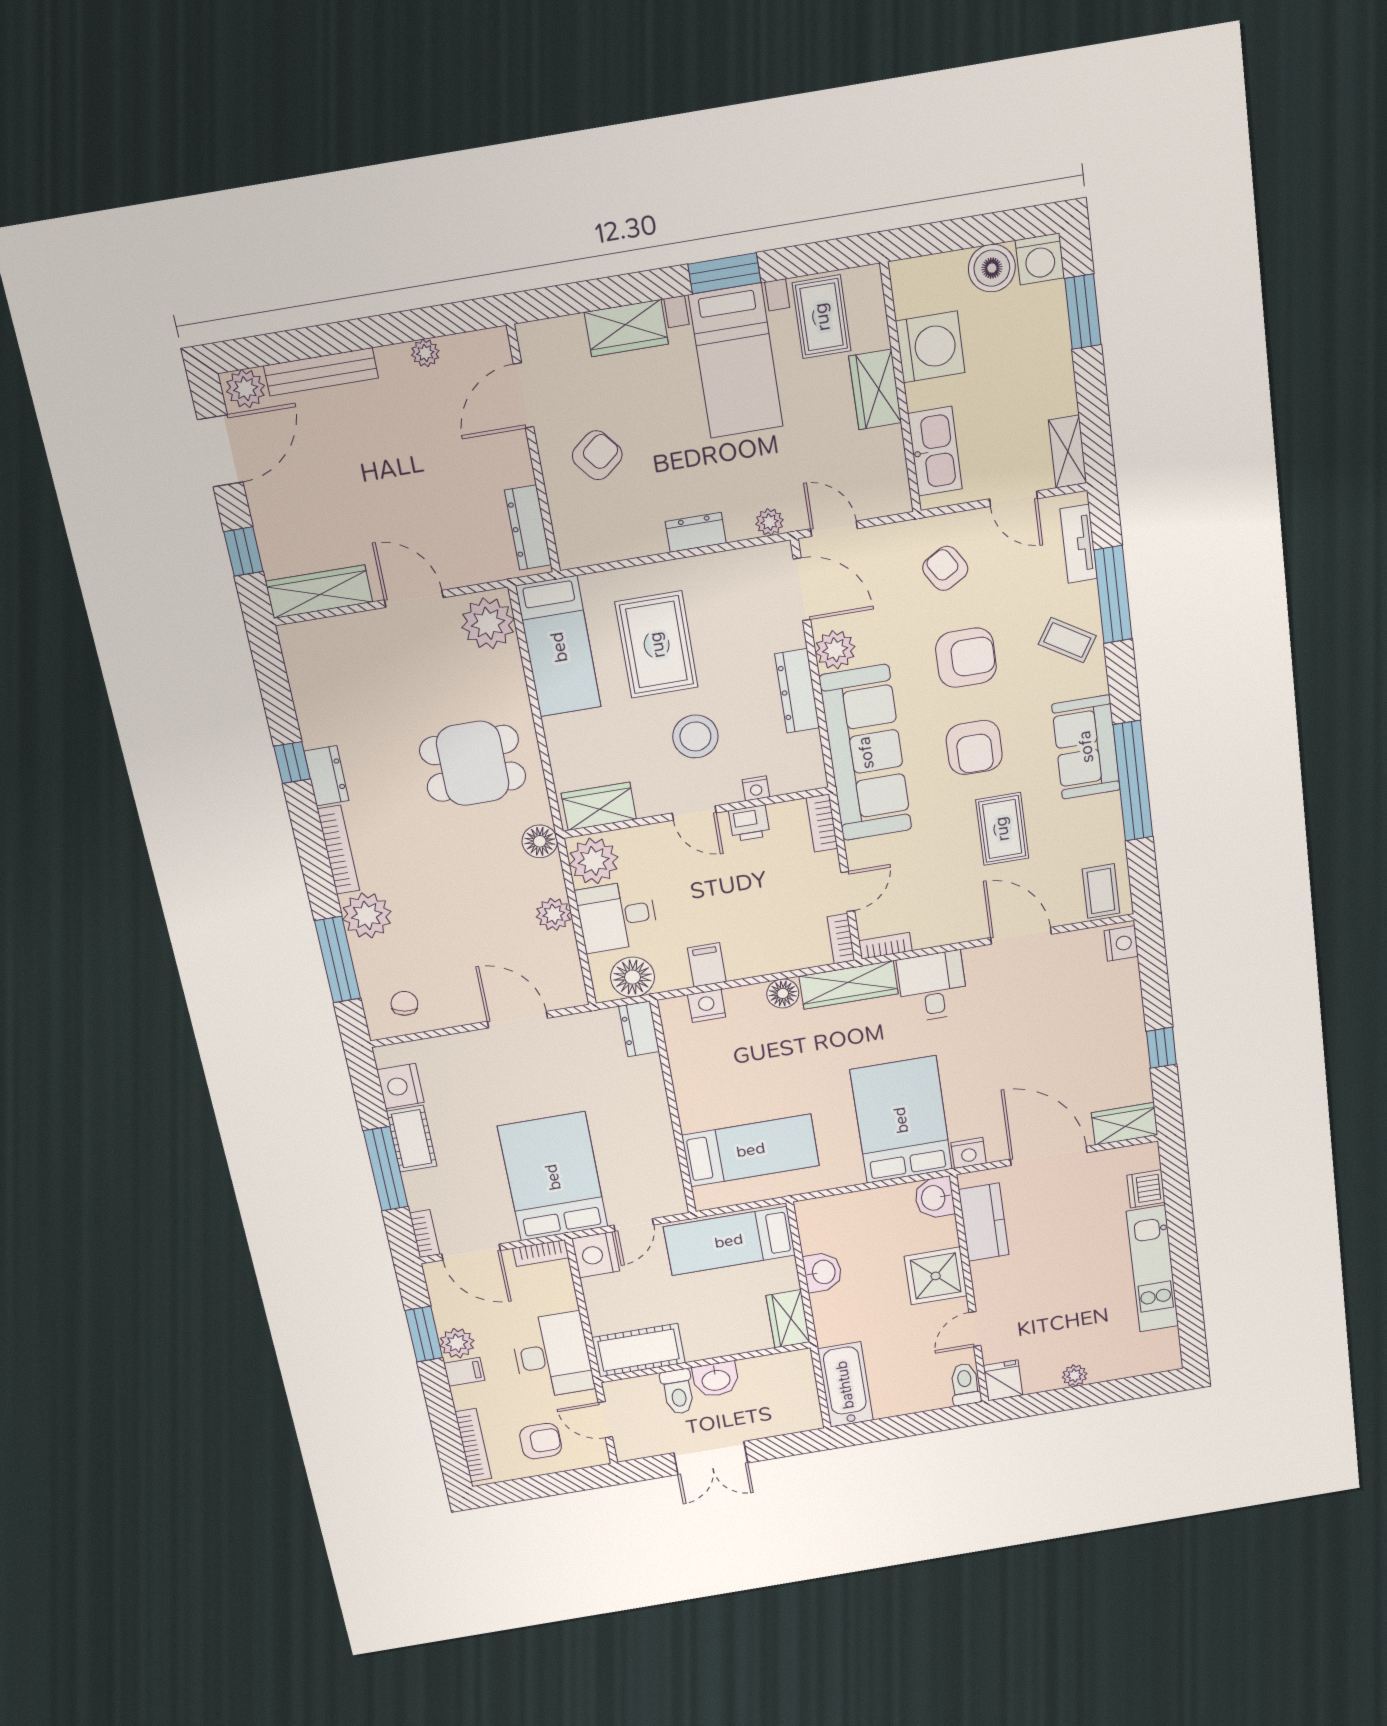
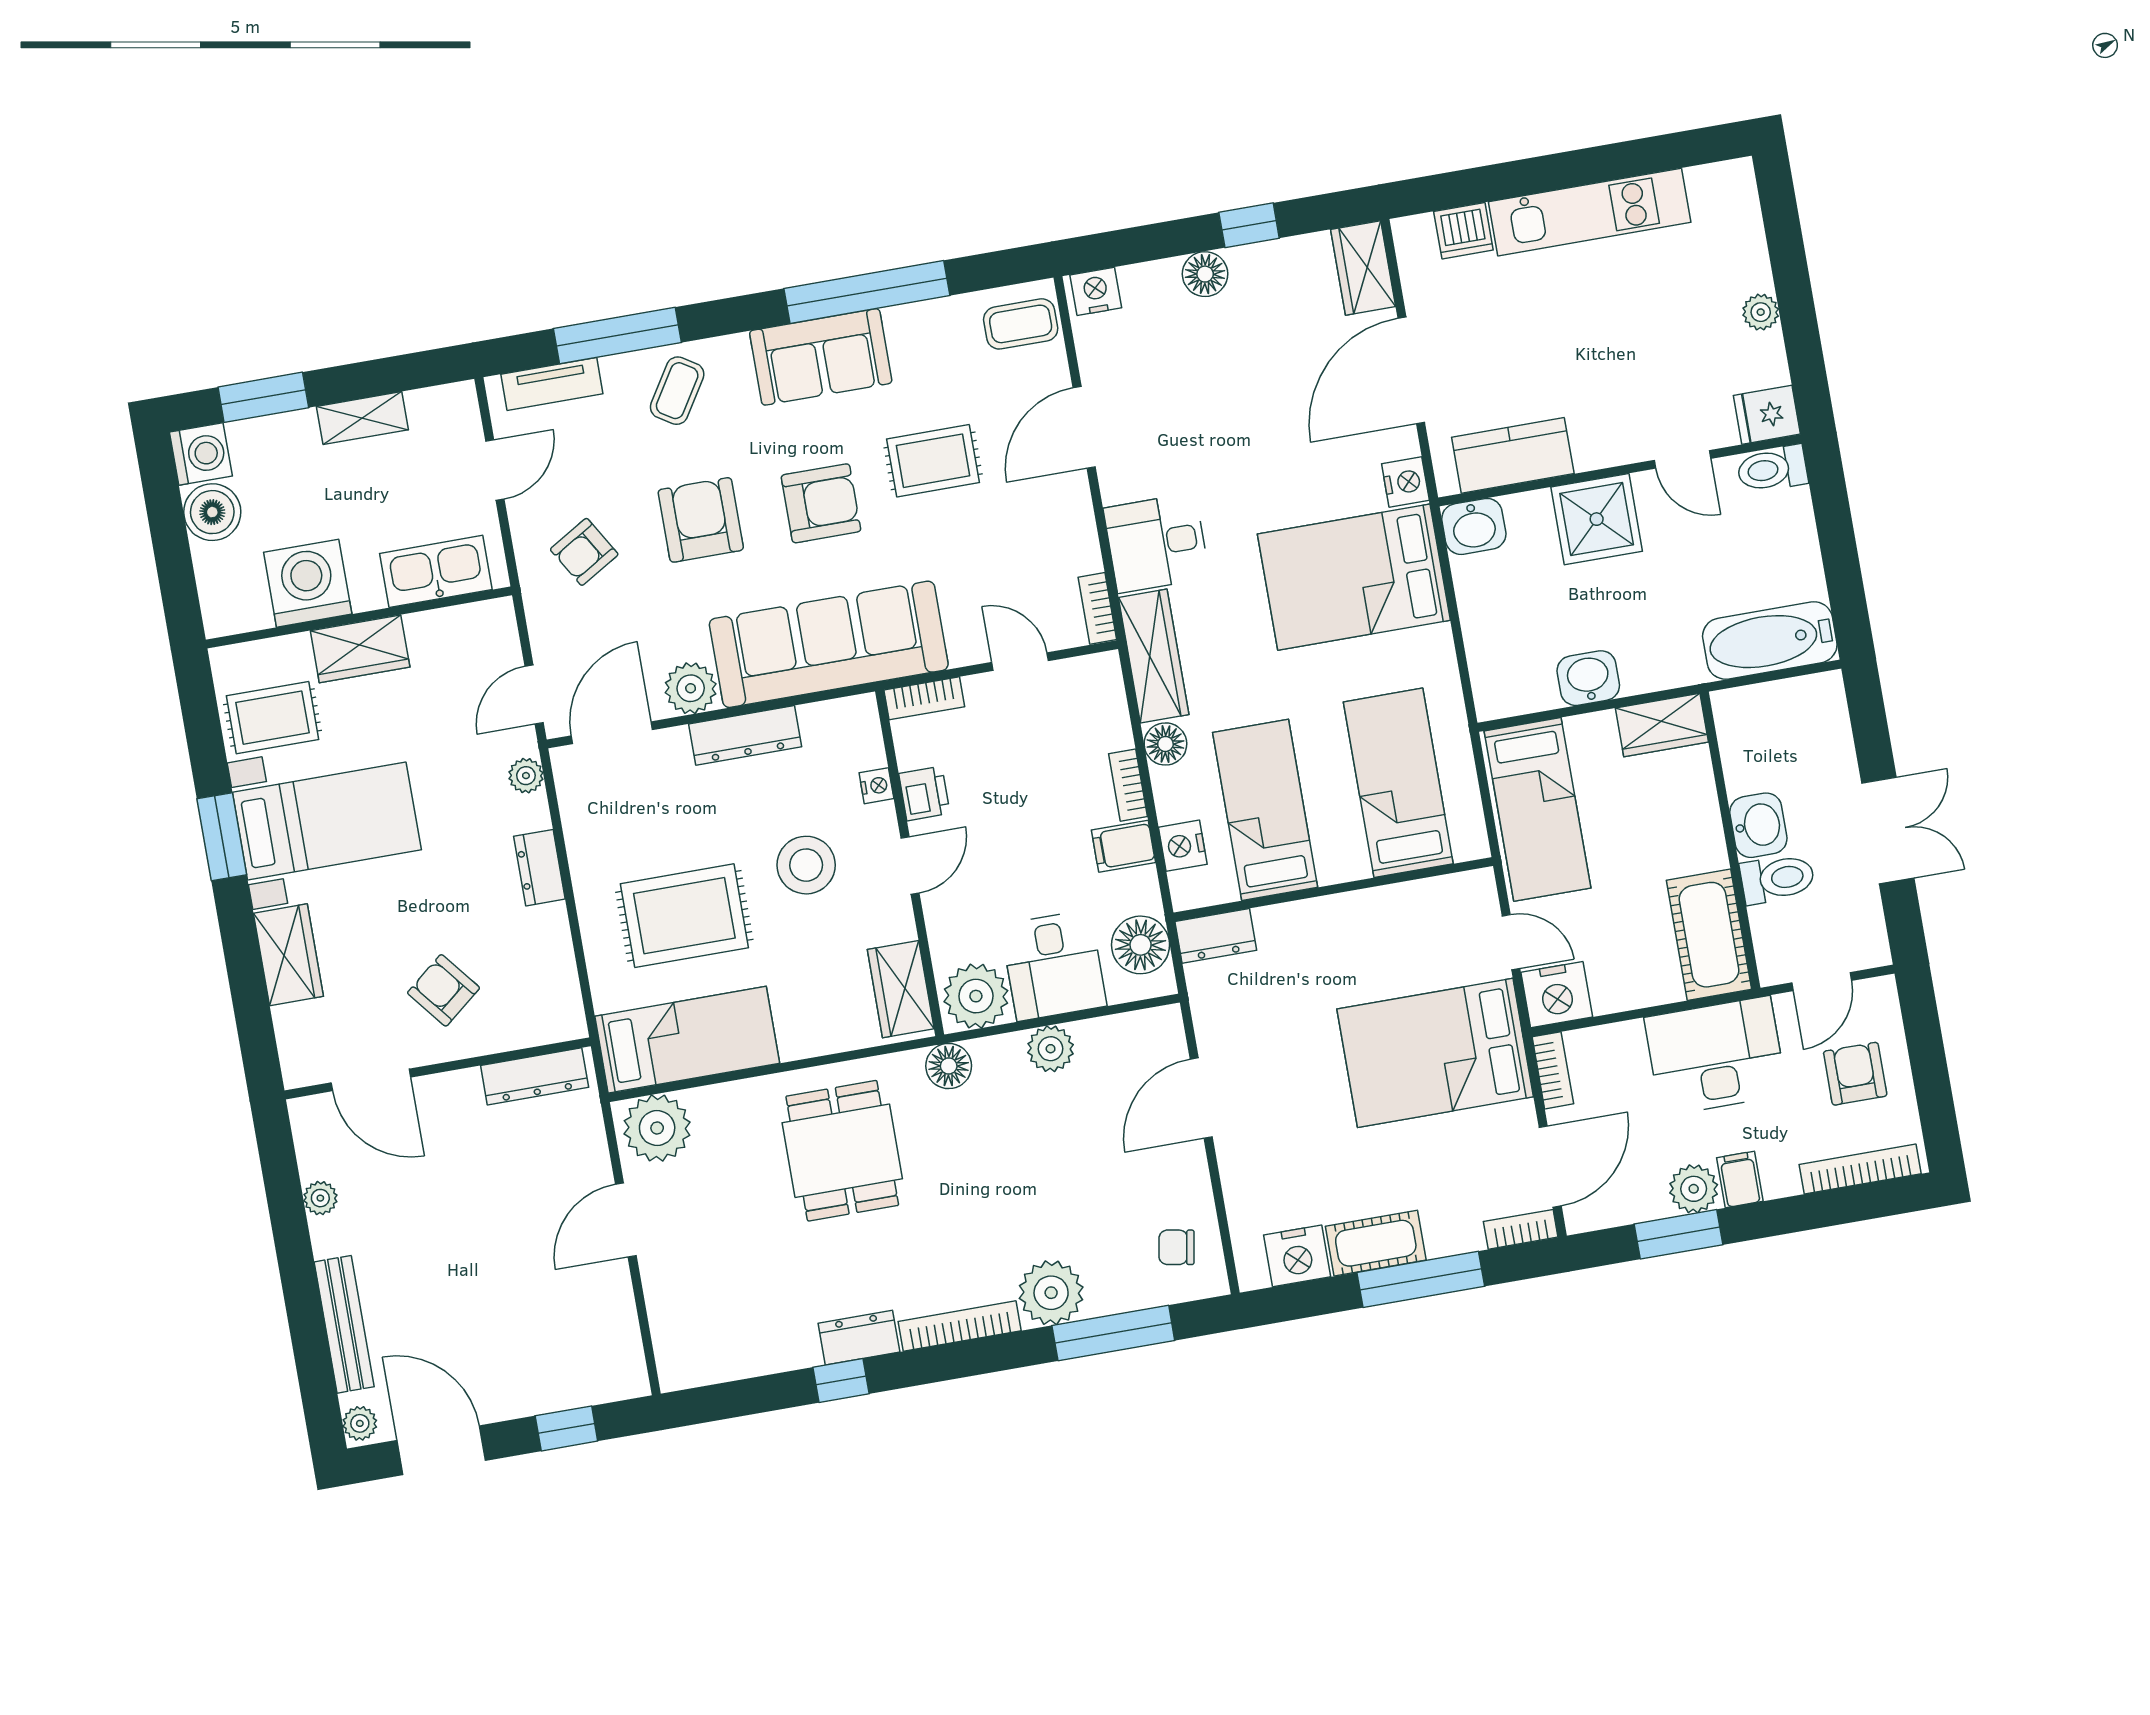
plant: (246, 389) -> (360, 1423), width x0.73, depth x0.73
shelving: (1068, 452) -> (362, 418), moved
wardrobe: (319, 592) -> (617, 1338), removed
bookcase: (841, 939) -> (1128, 785), moved, turned 90
floor lamp: (1128, 1018) -> (1205, 274), added
bed: (732, 1062) -> (1265, 810), added

